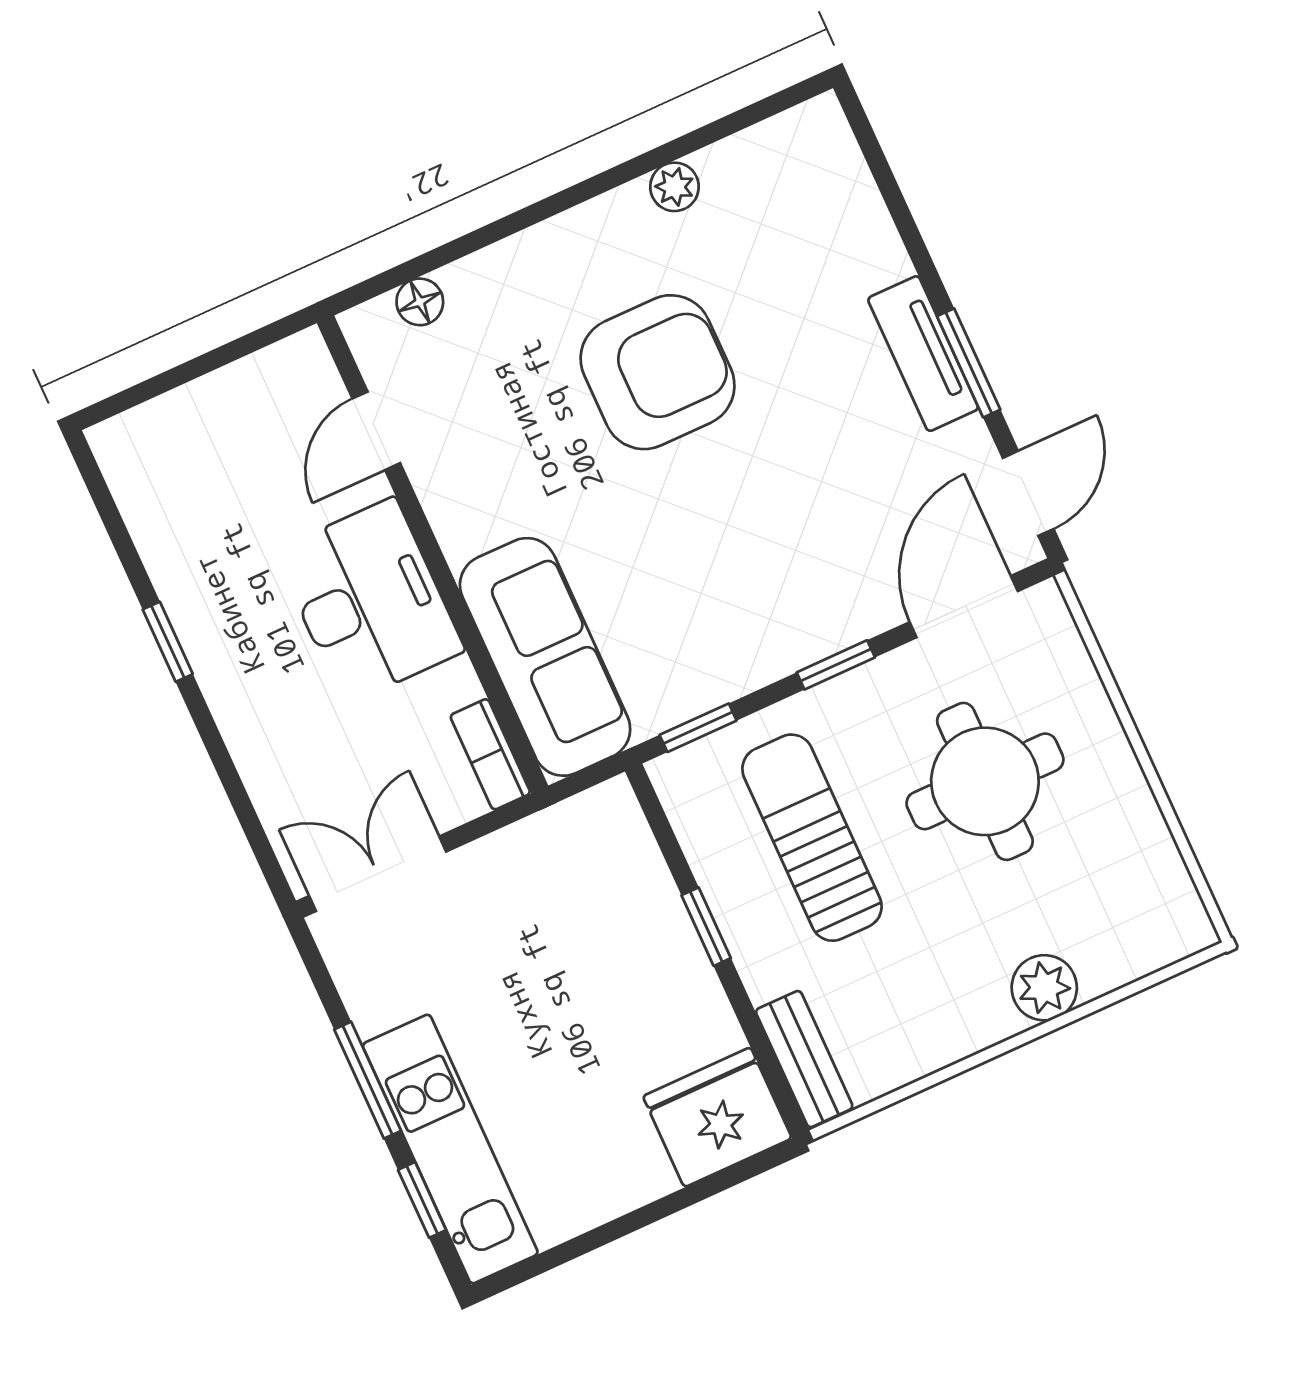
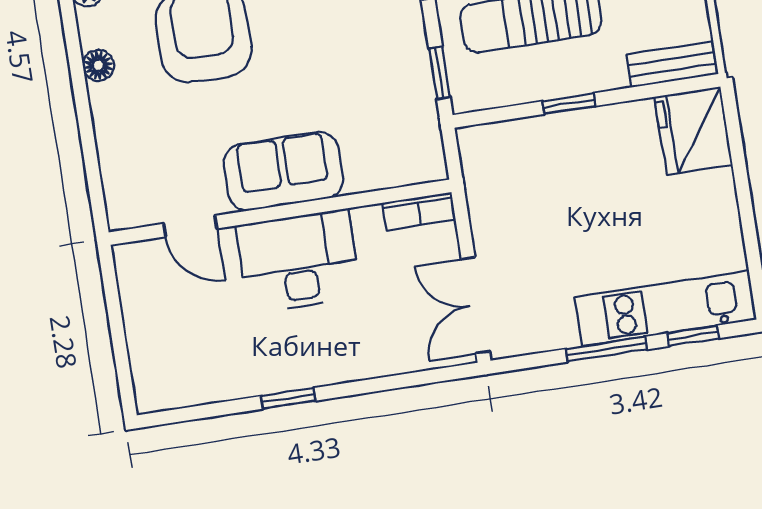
floor lamp: (420, 302) -> (98, 65), moved
sofa: (545, 657) -> (283, 171), moved, width x0.73

